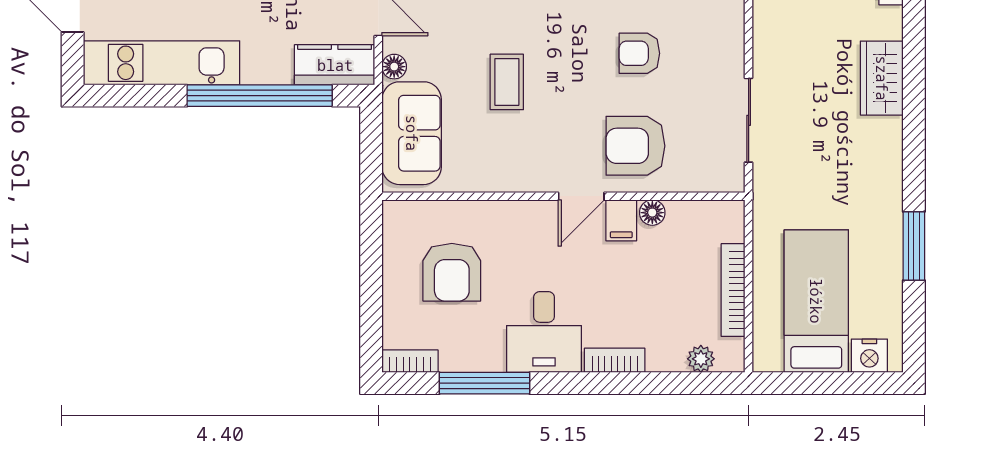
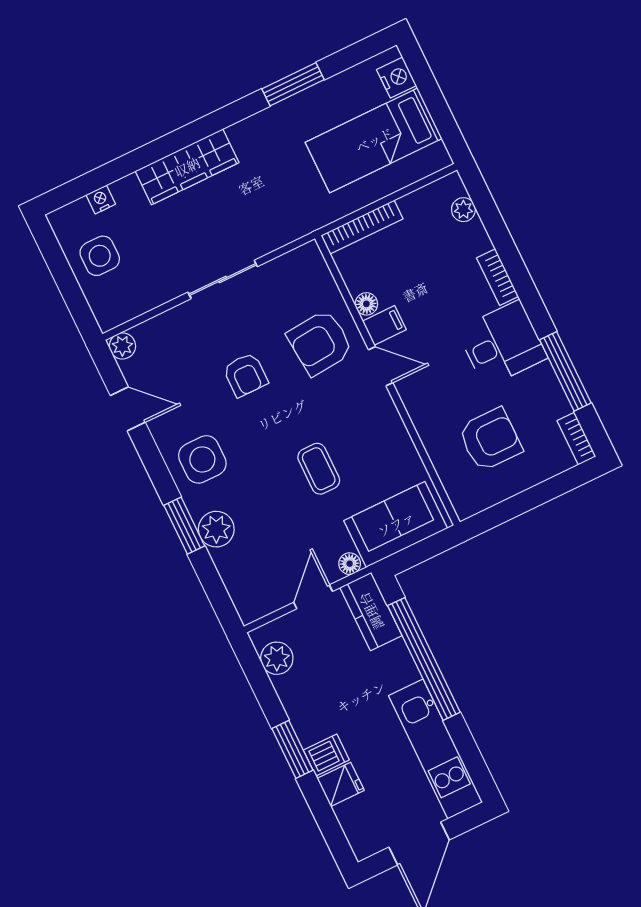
wardrobe: (882, 78) -> (187, 167), width x1.50
coffee table: (507, 82) -> (319, 469), turned 90
sliding door: (749, 120) -> (223, 279), moved
armchair: (636, 146) -> (320, 343), turned 85
bookcase: (733, 290) -> (362, 227), moved

